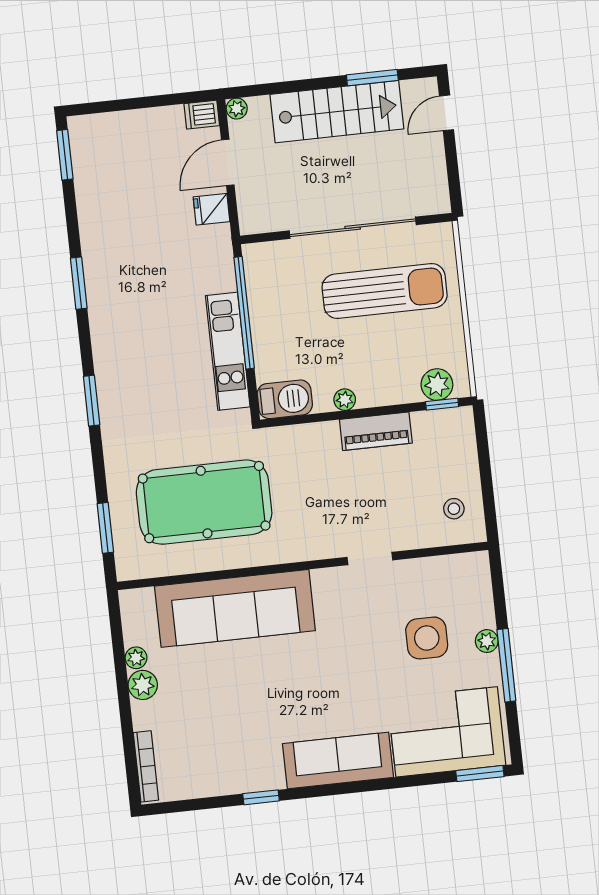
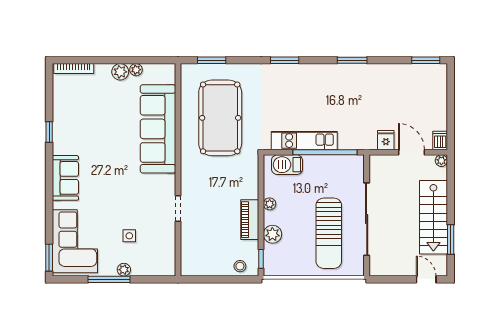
plant: (437, 385) -> (272, 234), moved
barbecue: (285, 399) -> (287, 165), moved, turned 90
stool: (454, 509) -> (240, 266), moved
side table: (427, 638) -> (129, 236), width x0.54, depth x0.54
sofa: (338, 760) -> (65, 178), width x0.73

